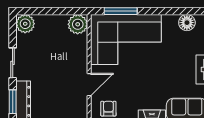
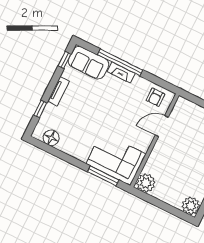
corner sofa: (126, 40) -> (116, 159), width x0.73, depth x0.74

